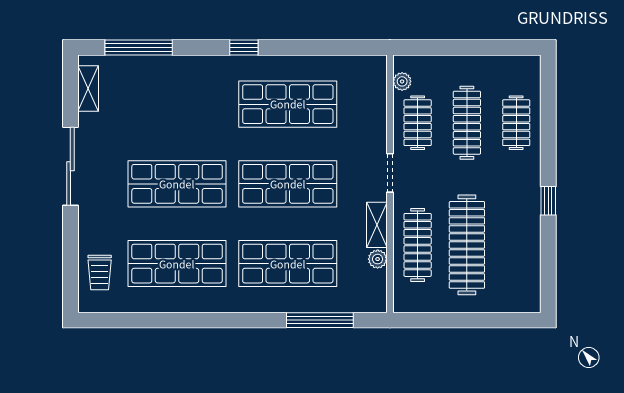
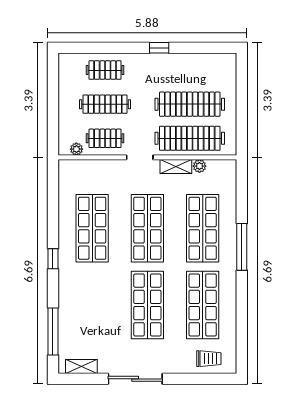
clothes rail: (418, 245) -> (190, 138), width x1.37, depth x1.31
window: (320, 320) -> (242, 247), moved

